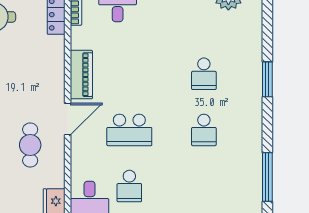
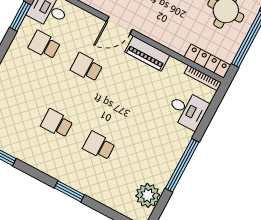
door: (68, 119) -> (119, 25), hinge flipped
school desk: (129, 130) -> (87, 67), width x0.54

